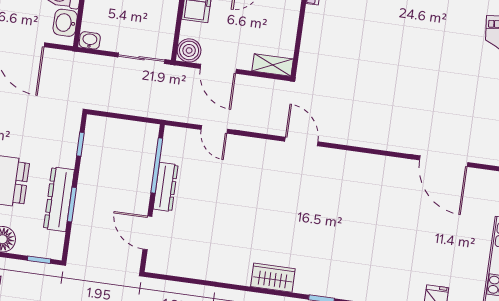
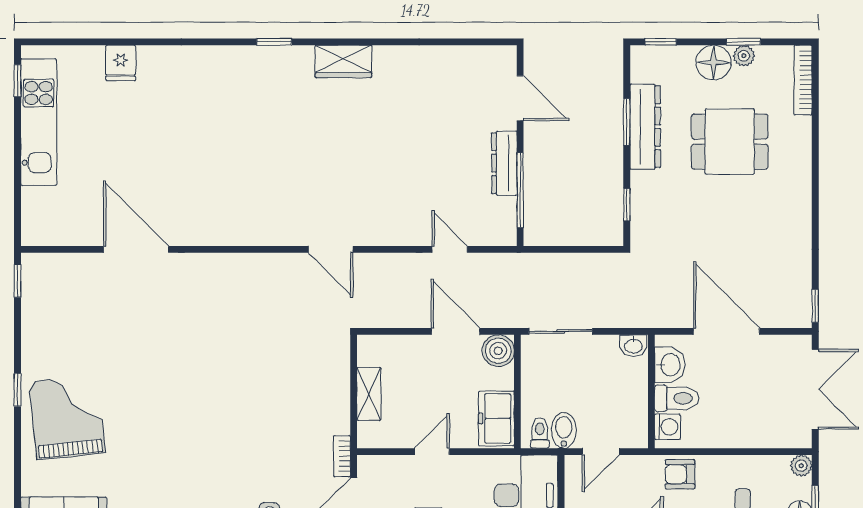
shelving: (273, 65) -> (369, 394), moved, turned 90

